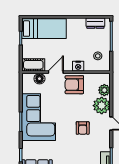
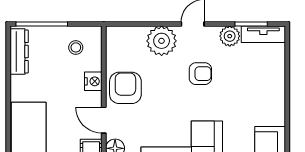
dresser: (95, 23) -> (19, 52), width x1.44
armchair: (74, 85) -> (125, 88), turned 180
plant: (104, 90) -> (230, 36), moved

